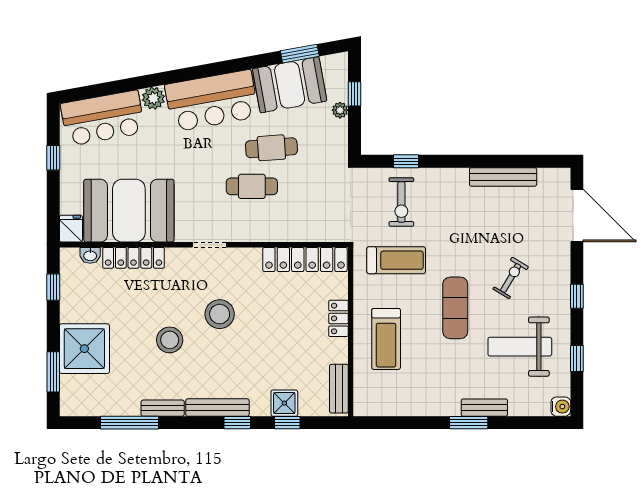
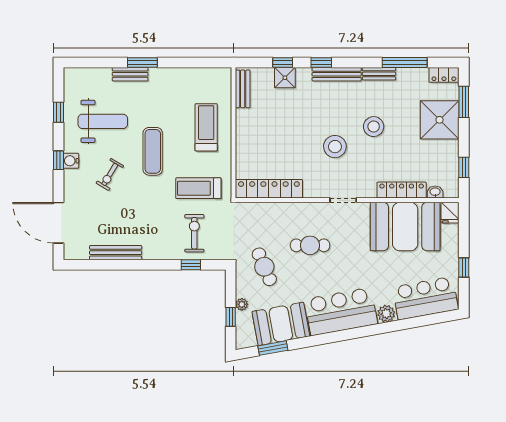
cafe table: (271, 148) -> (264, 267), moved, turned 71
locker: (338, 318) -> (444, 75), moved, turned 90
water cooler: (561, 407) -> (71, 161), moved

